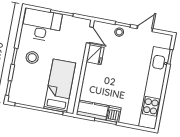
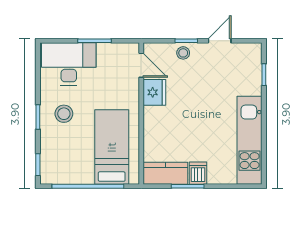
kitchen unit: (154, 88) -> (250, 140), width x0.73

